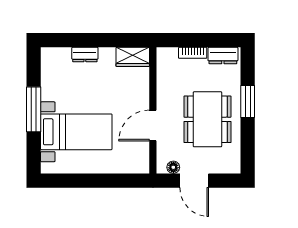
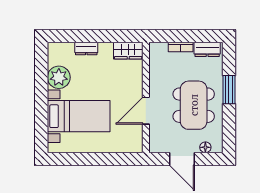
plant: (54, 87) -> (59, 77), added
window: (34, 109) -> (41, 97), removed
floor lamp: (173, 167) -> (205, 147), moved

